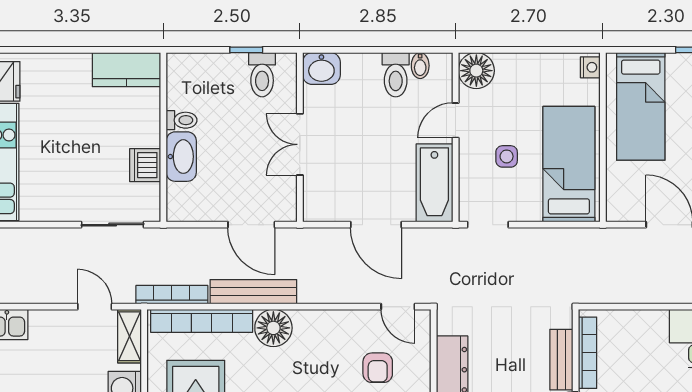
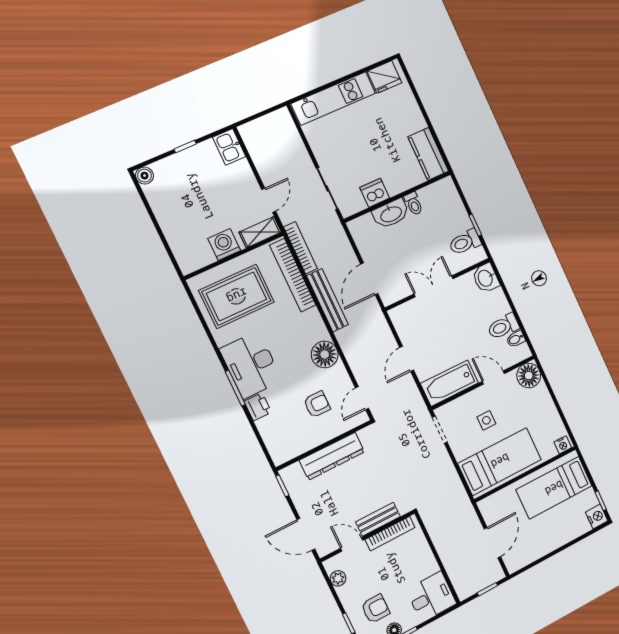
door: (376, 225) -> (407, 359), width x0.73
floor lamp: (273, 328) -> (325, 354), moved
armchair: (378, 368) -> (317, 404), turned 180

